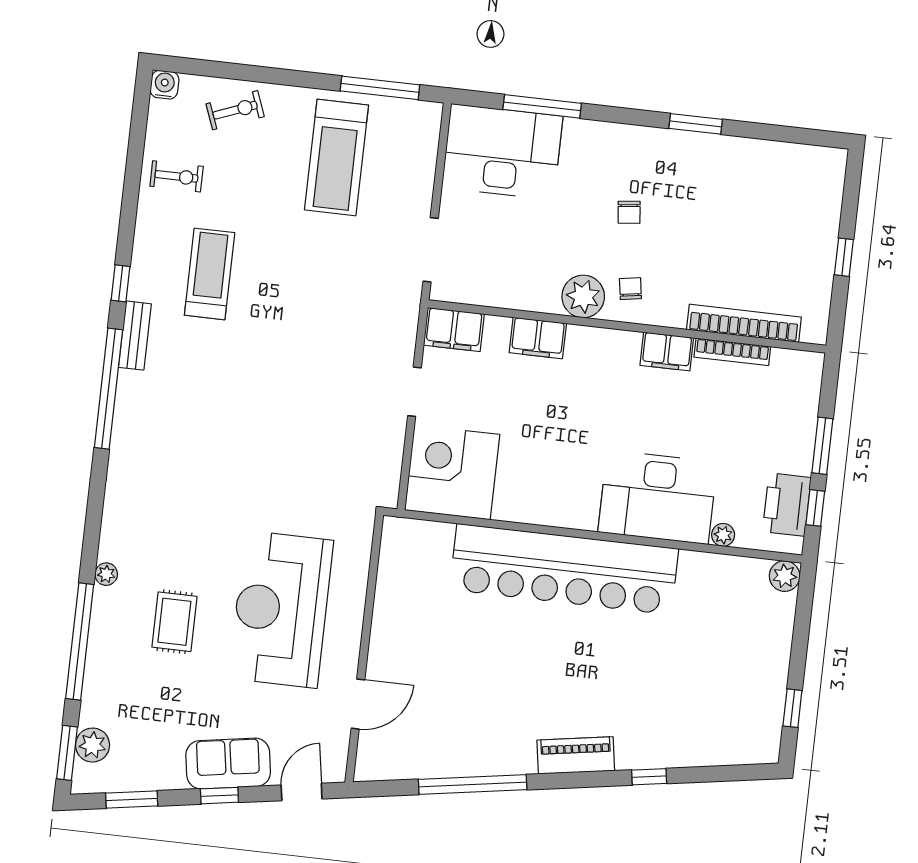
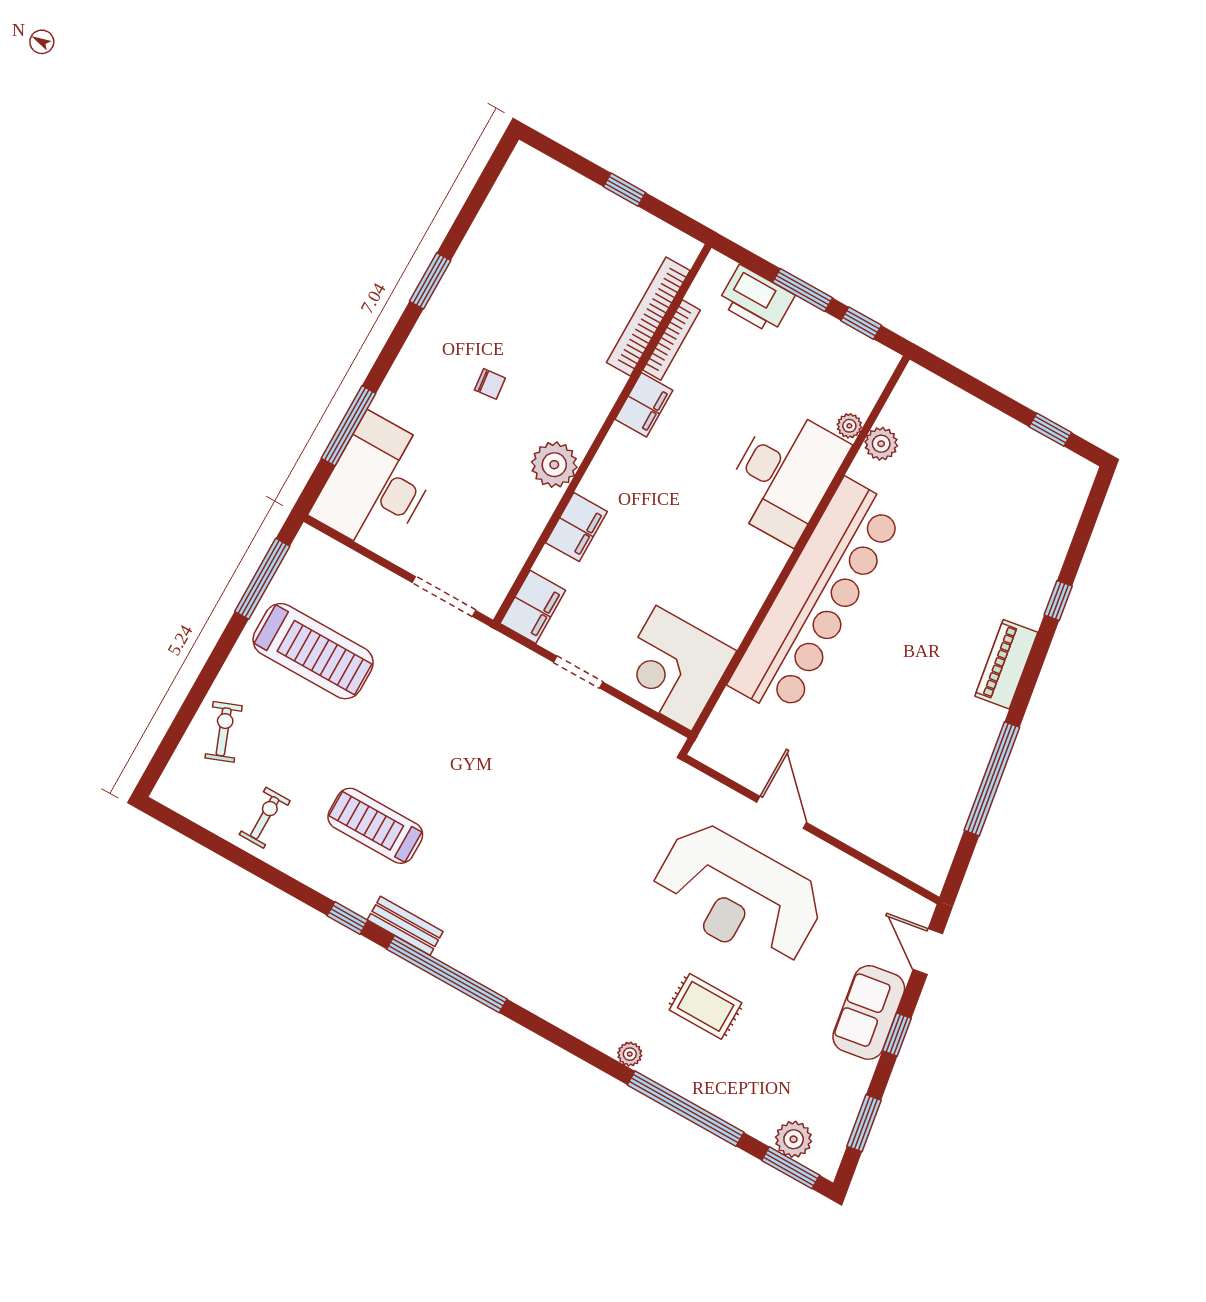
water cooler: (164, 85) -> (169, 791), removed
chair: (630, 289) -> (566, 414), removed
printer: (787, 505) -> (756, 299), moved
plant: (785, 576) -> (881, 444), moved
door: (358, 704) -> (782, 812), moved

